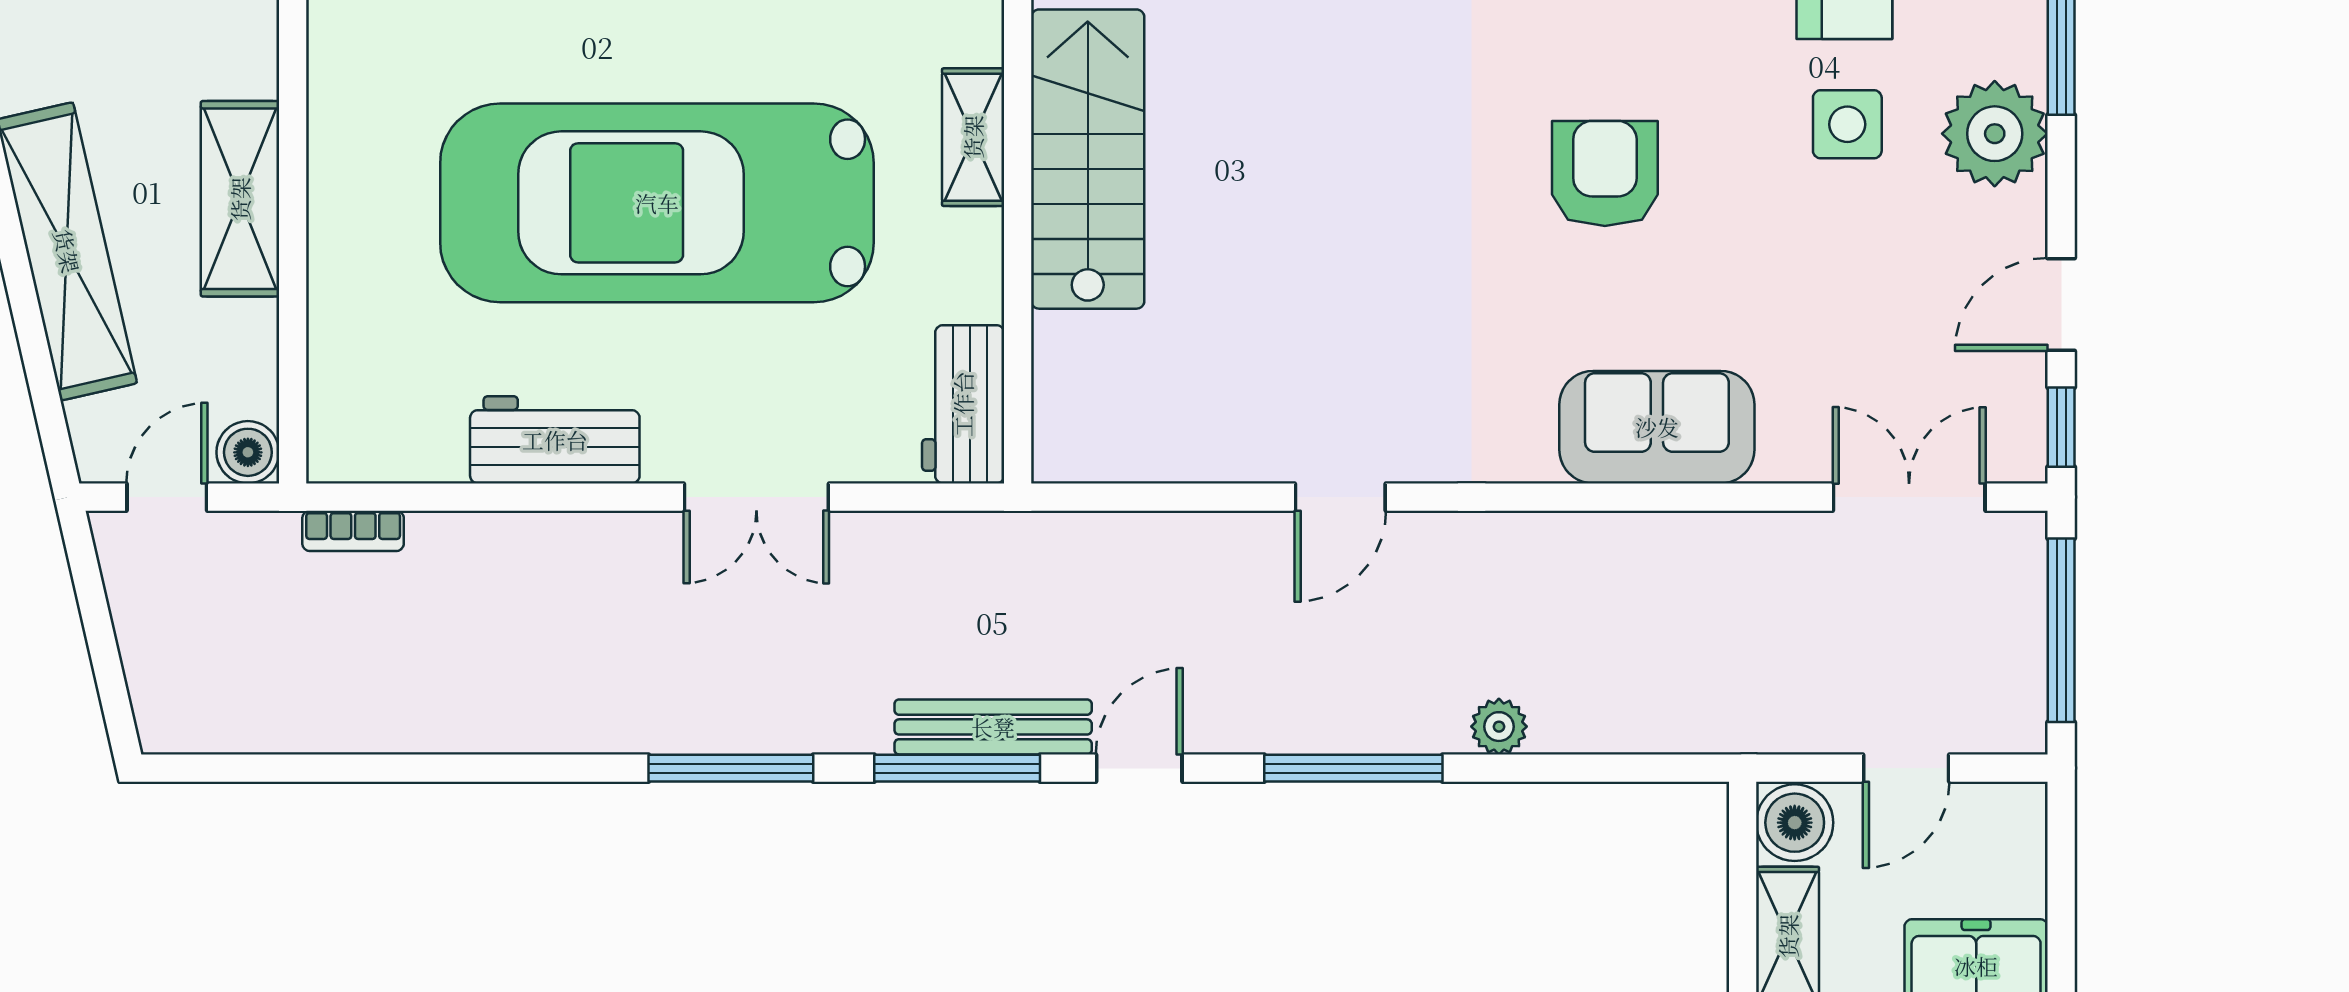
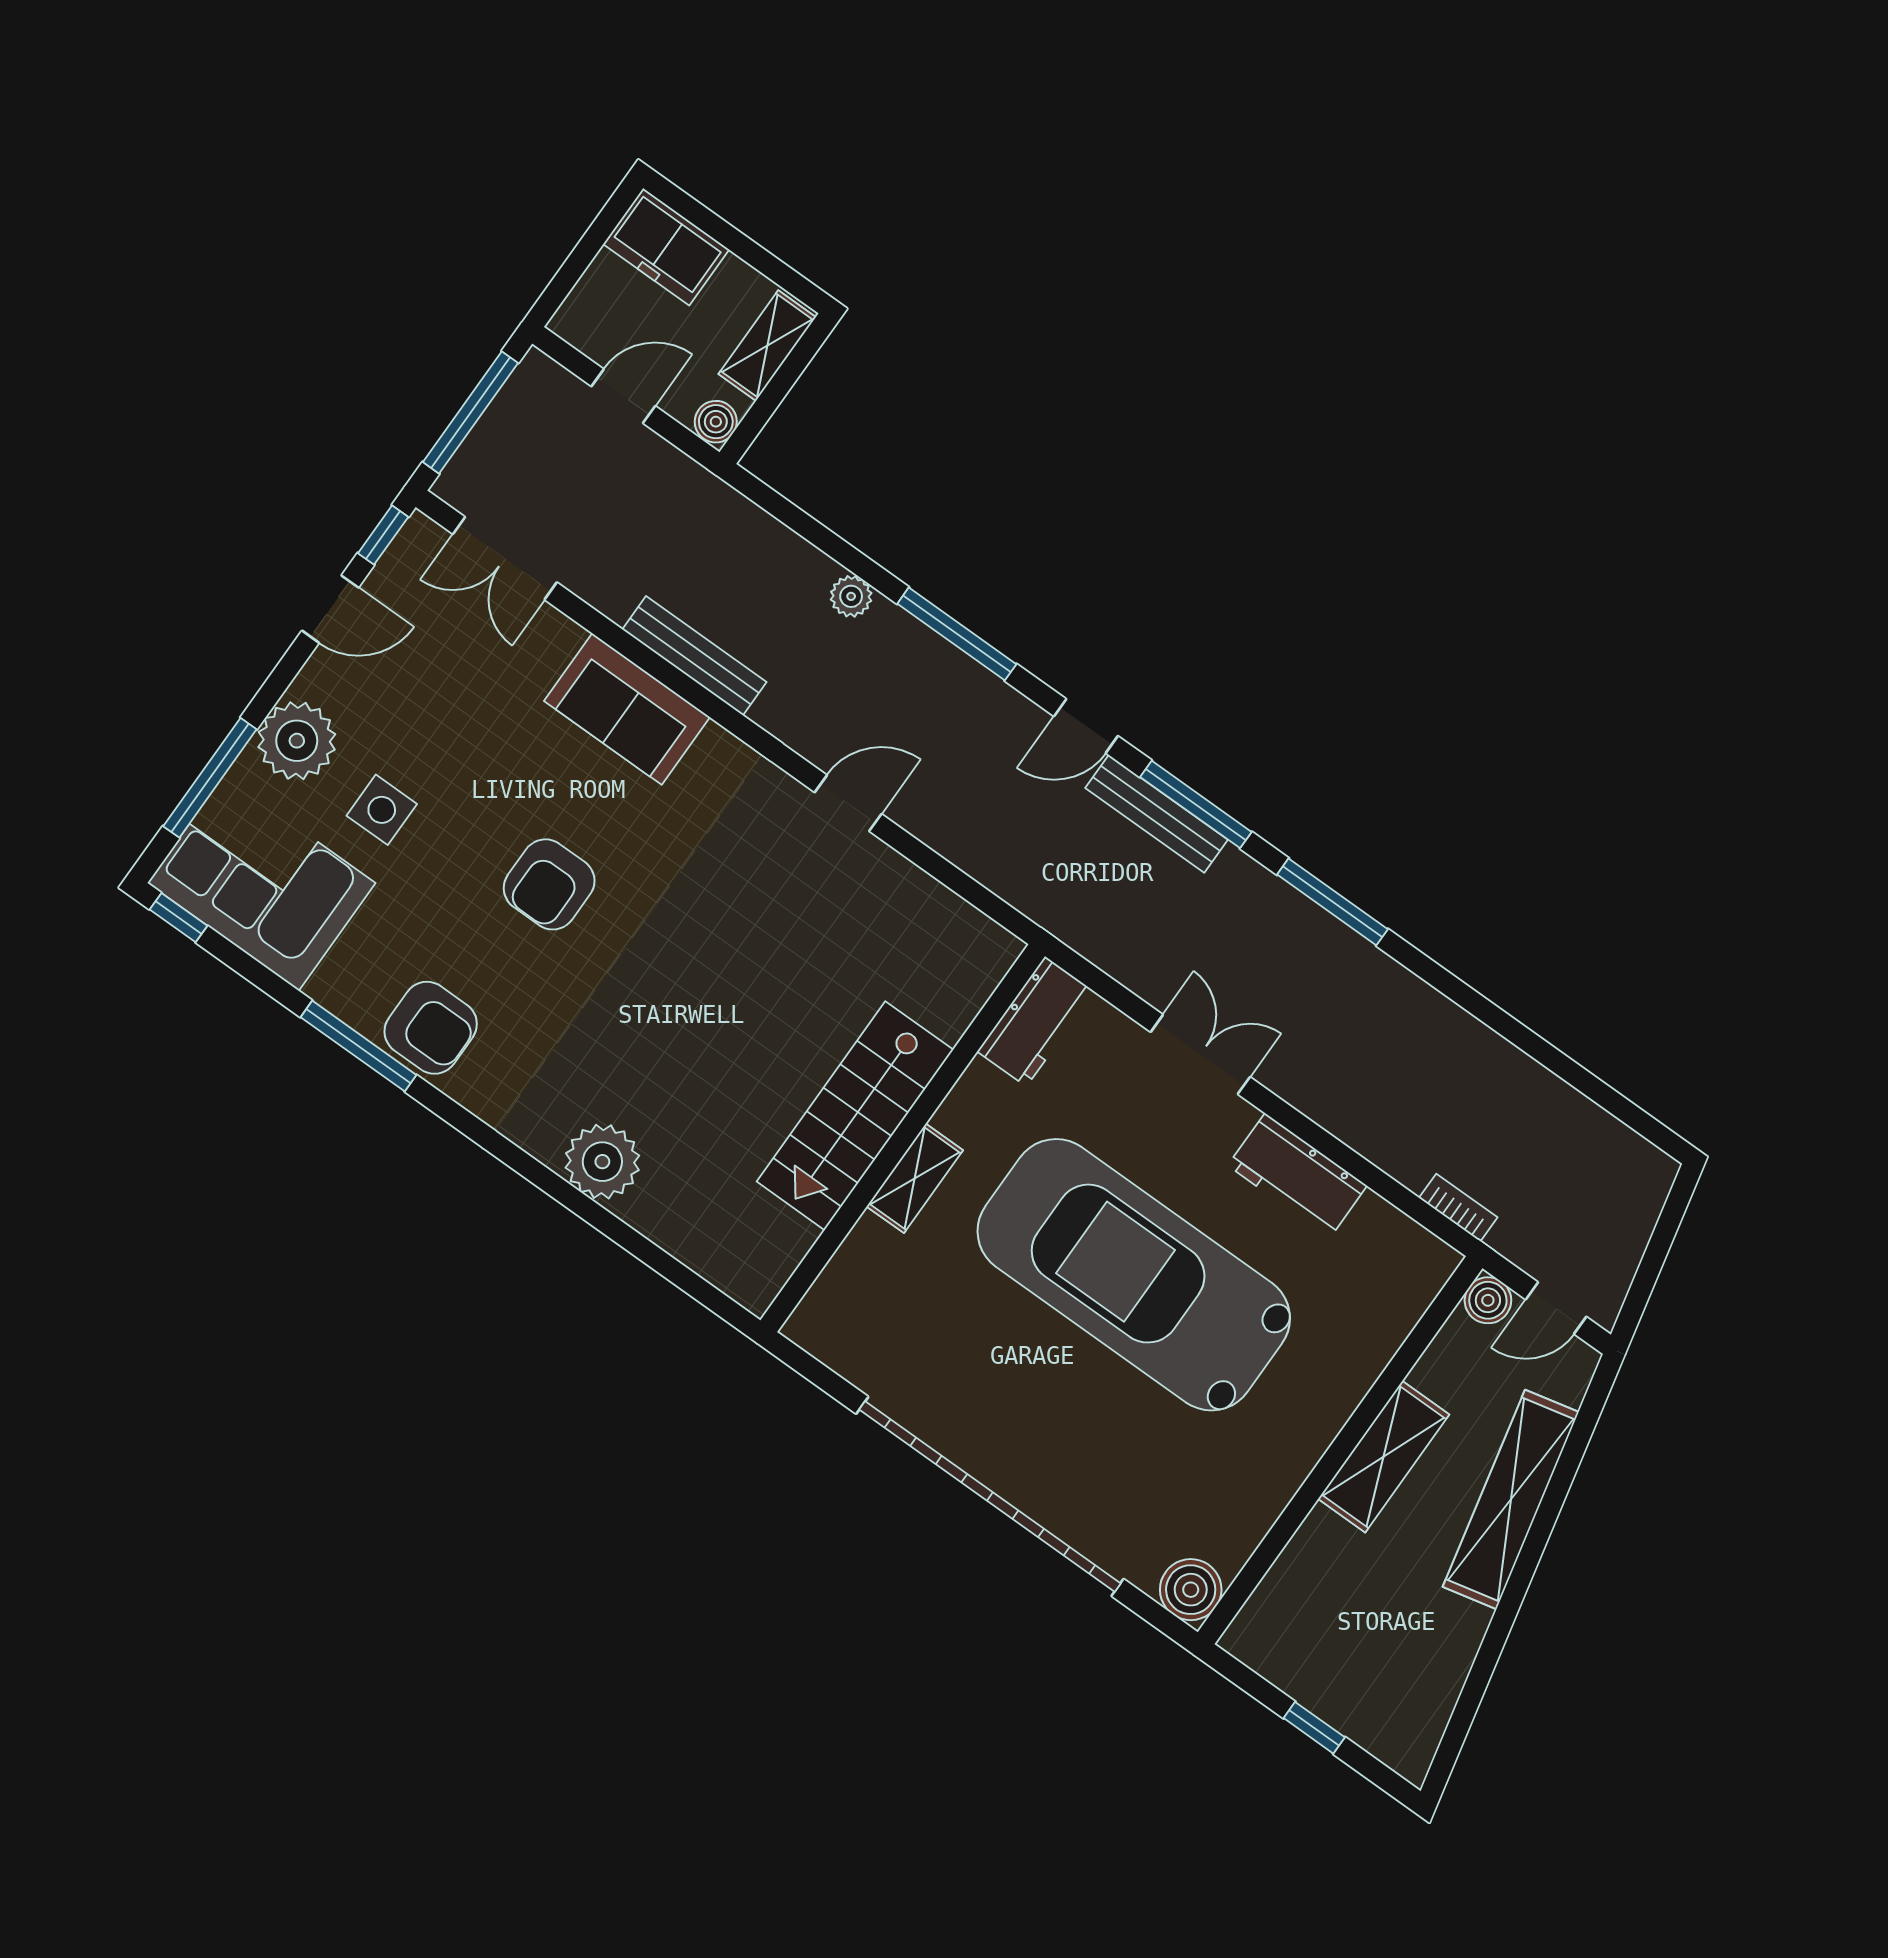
car: (657, 203) -> (1134, 1275), turned 180
bench: (1625, 539) -> (694, 656), added
boiler: (1795, 823) -> (716, 422), width x0.73, depth x0.73

